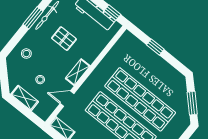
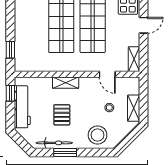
window: (155, 47) -> (10, 50), moved
stool: (26, 54) -> (98, 135), width x1.89, depth x1.89
shelving: (78, 72) -> (66, 83), moved

